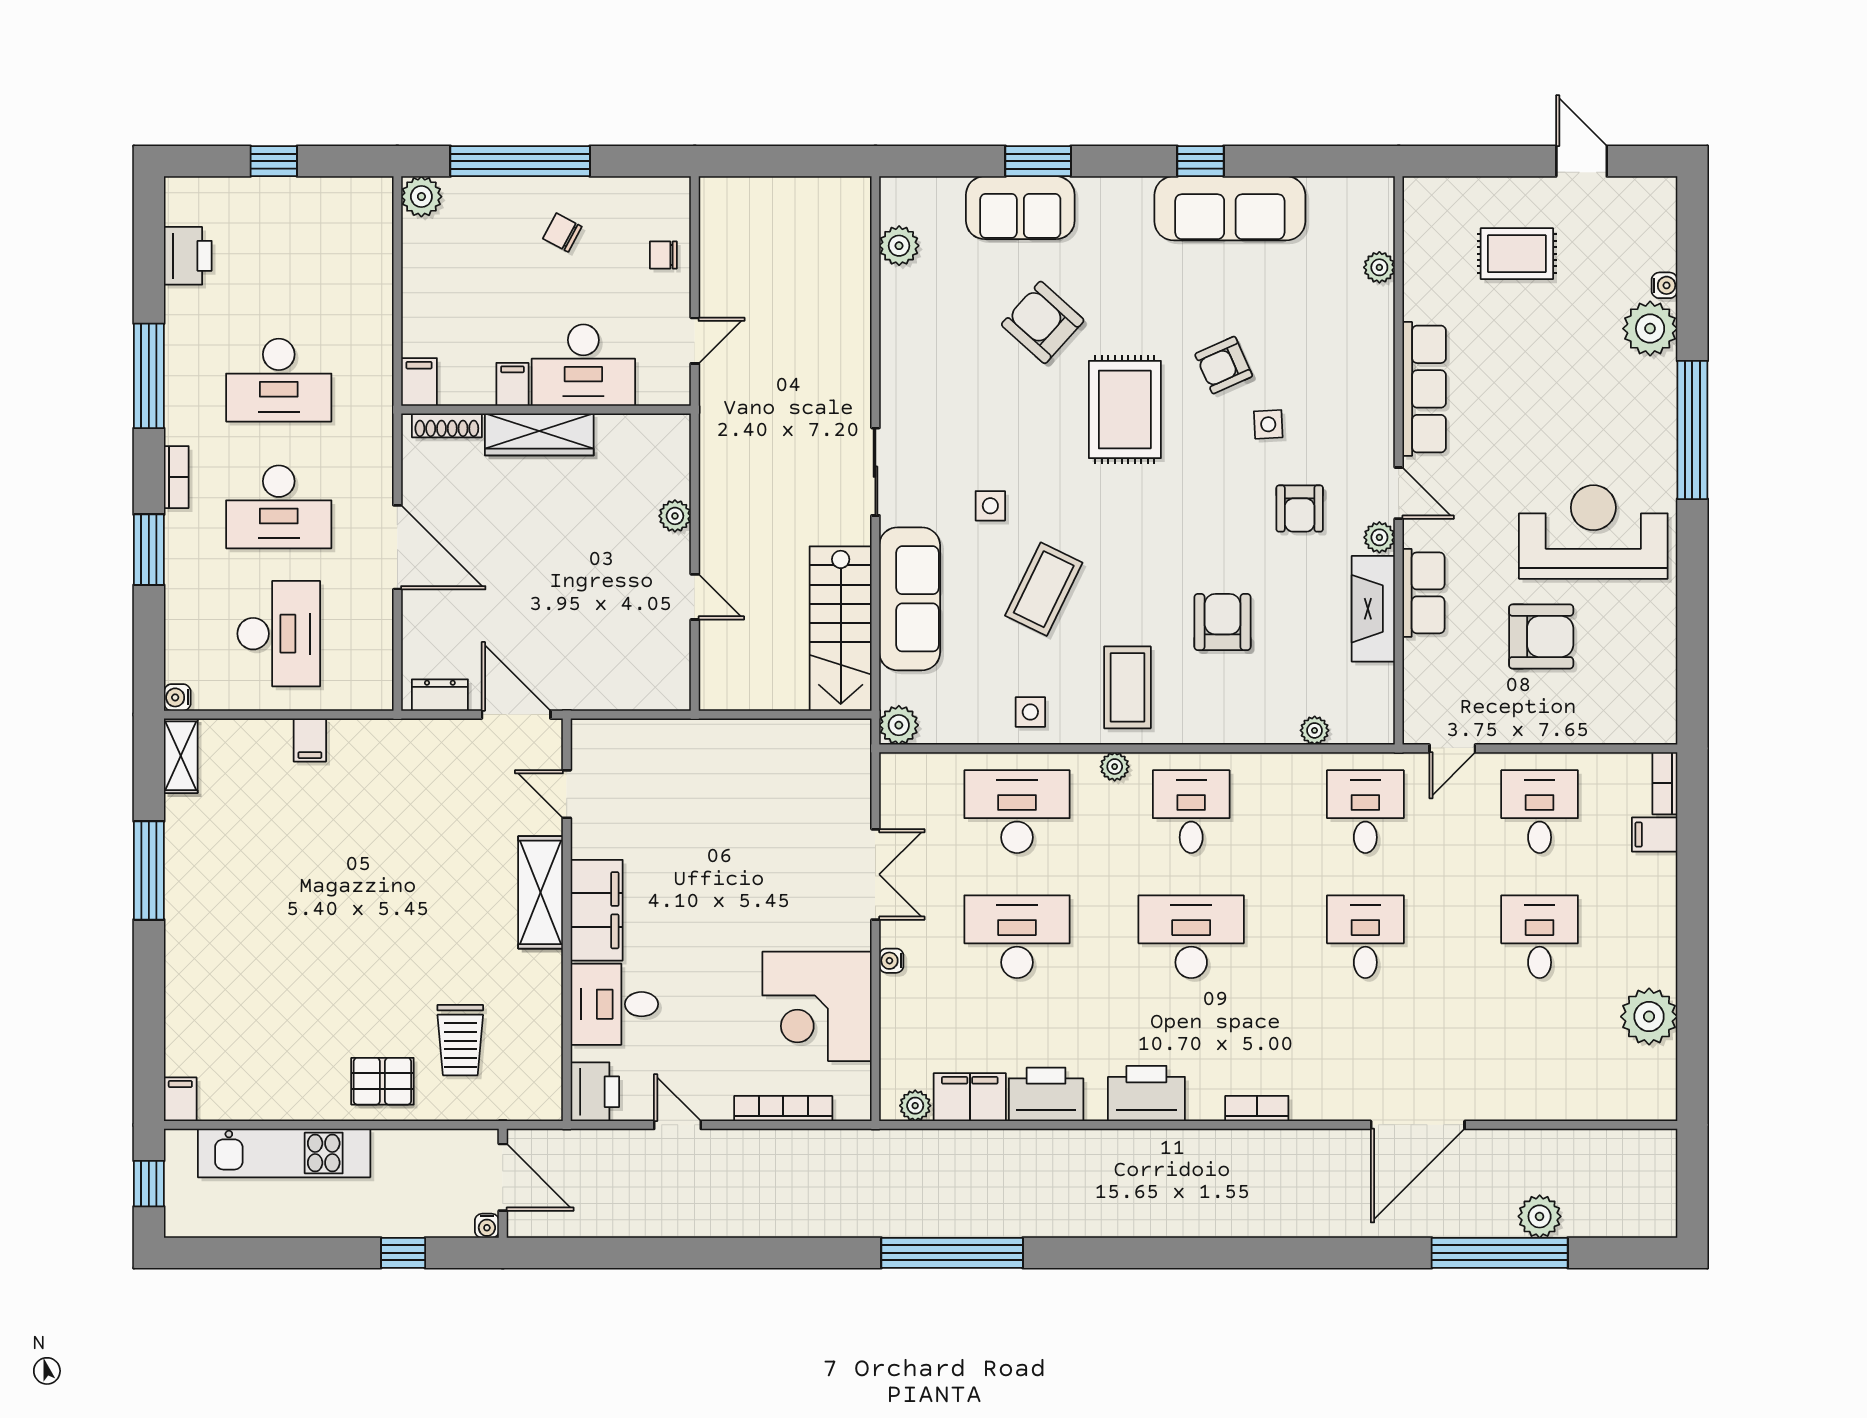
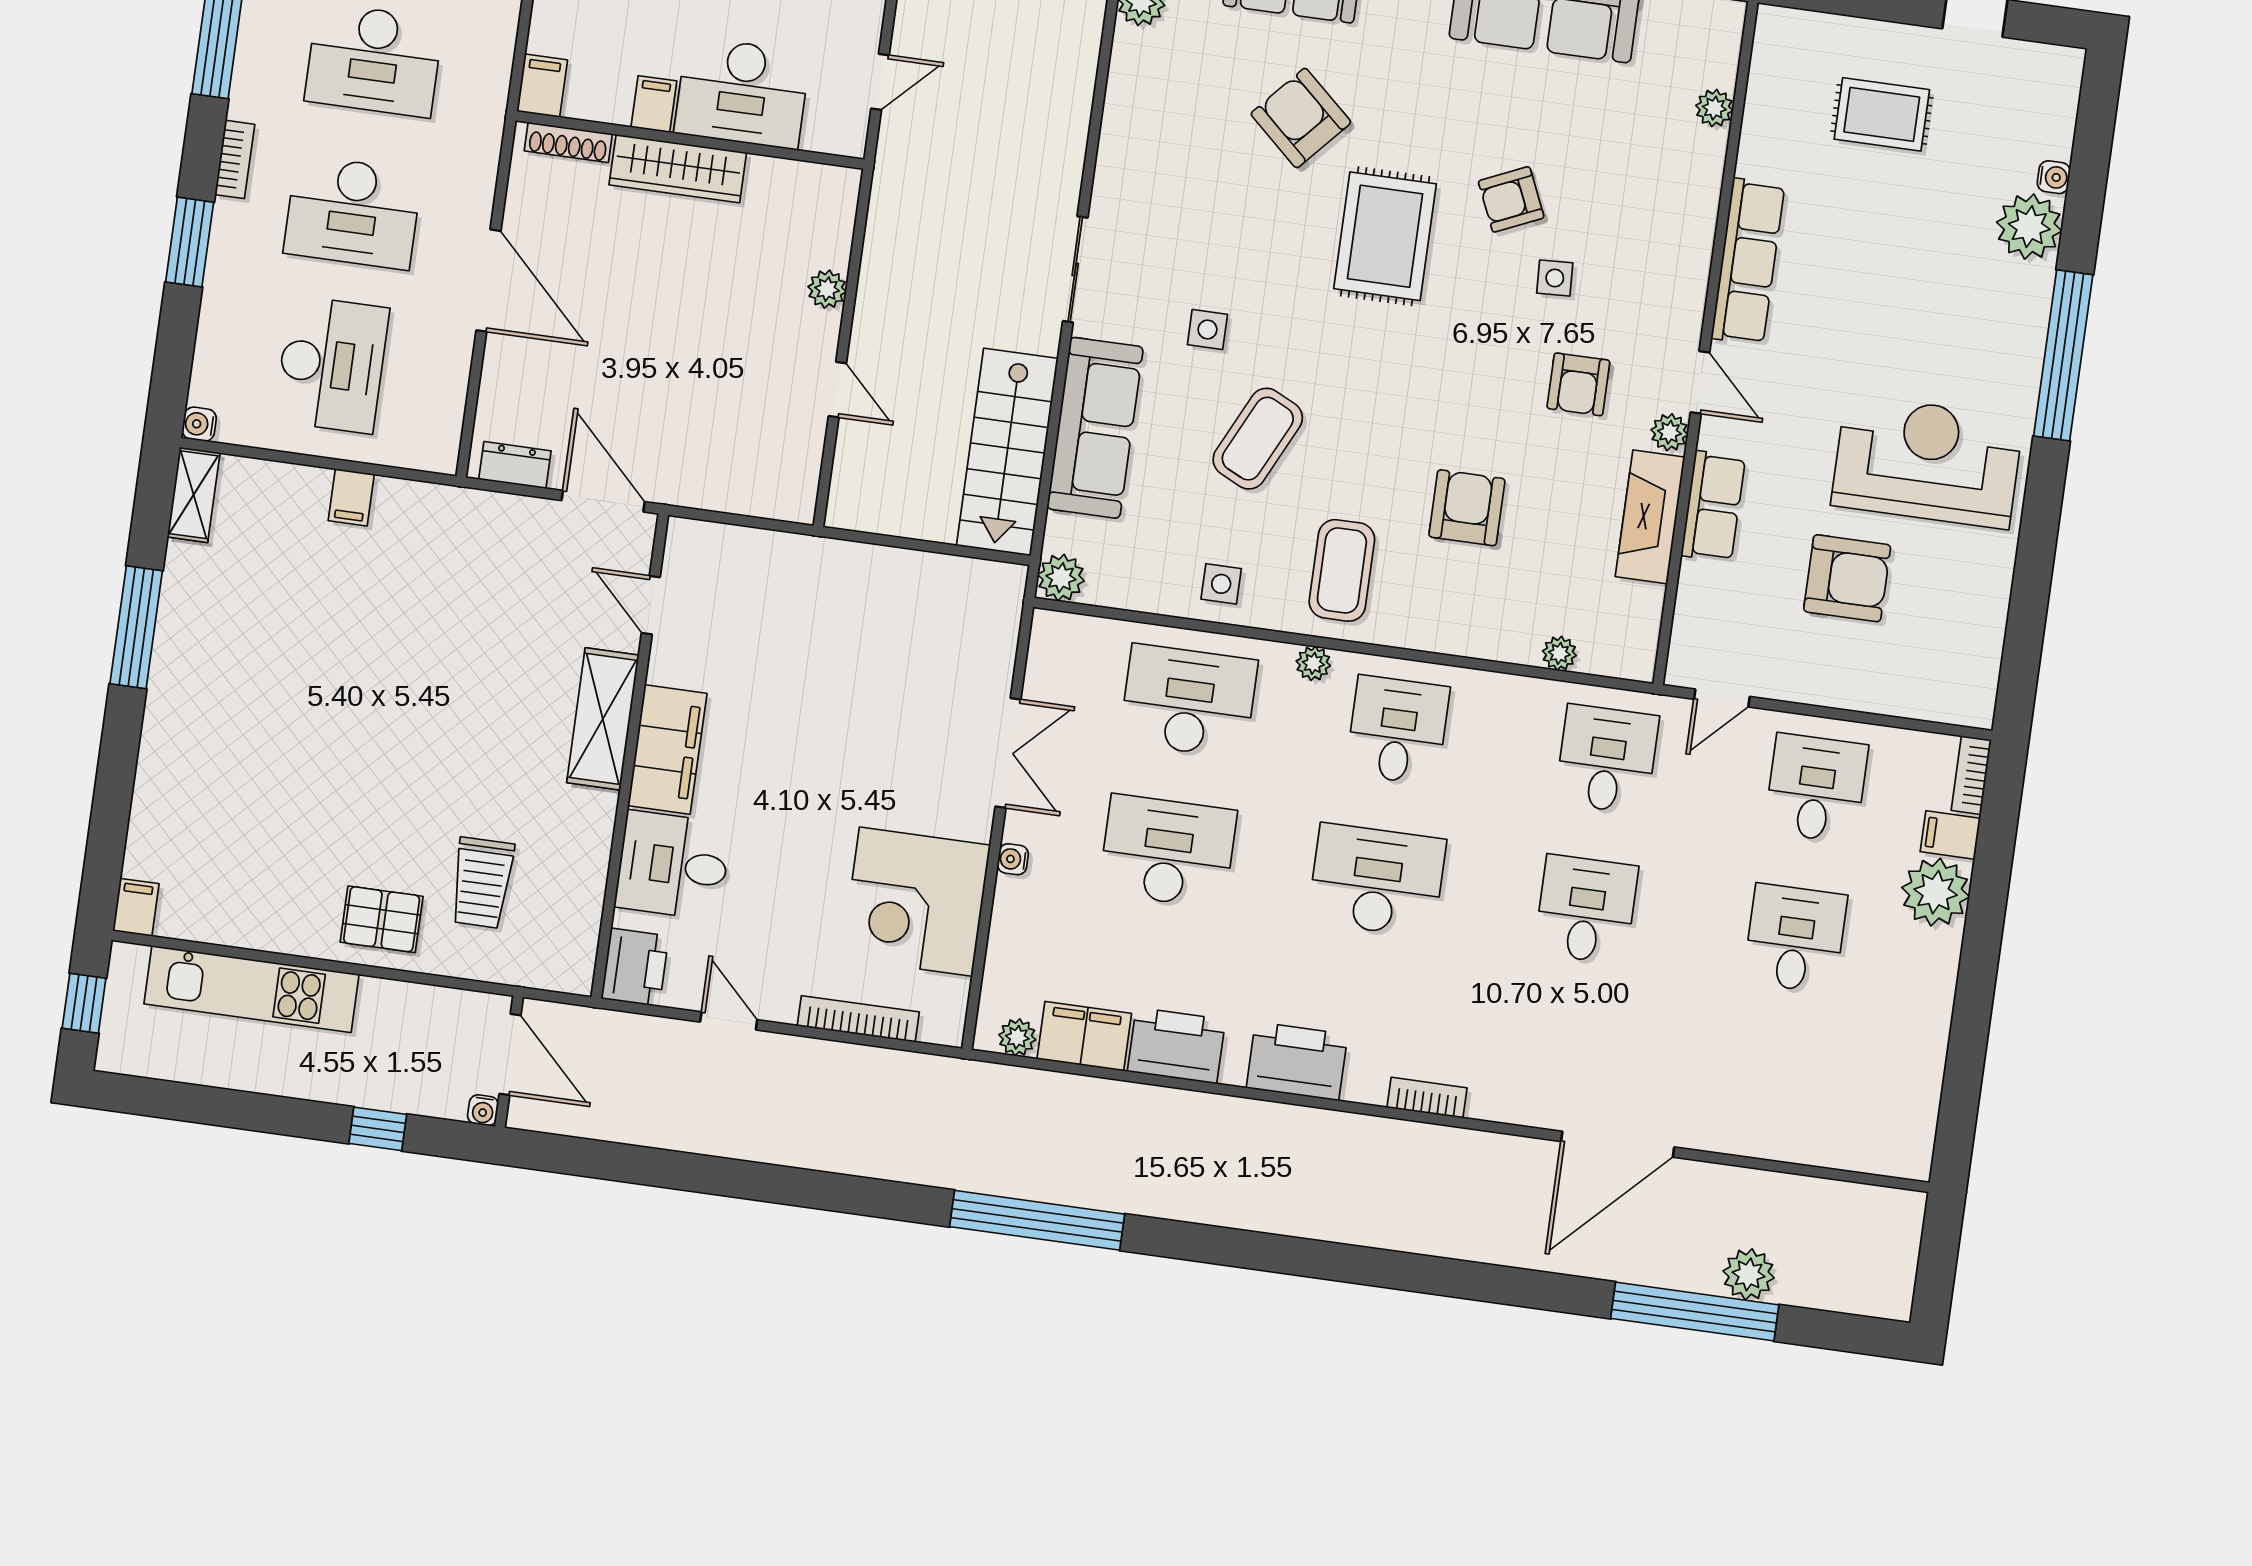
plant: (1649, 1017) -> (1936, 892), moved

